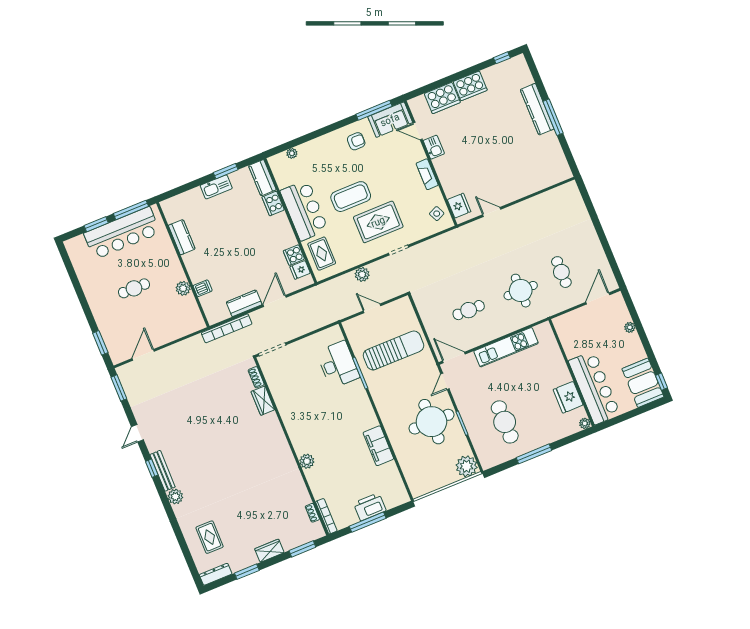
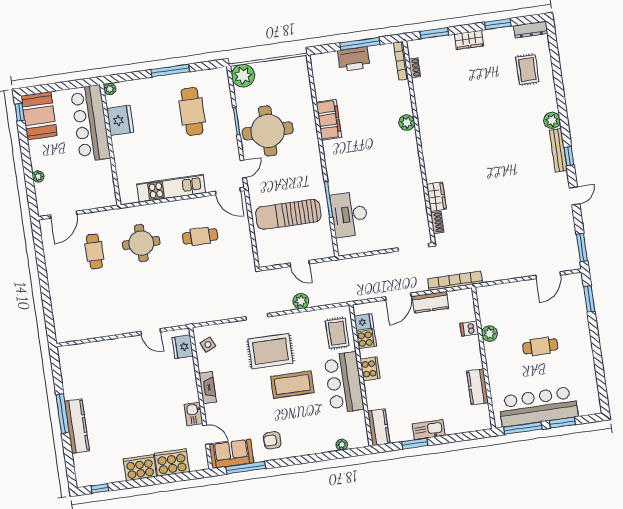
cooker: (273, 203) -> (370, 369), moved

